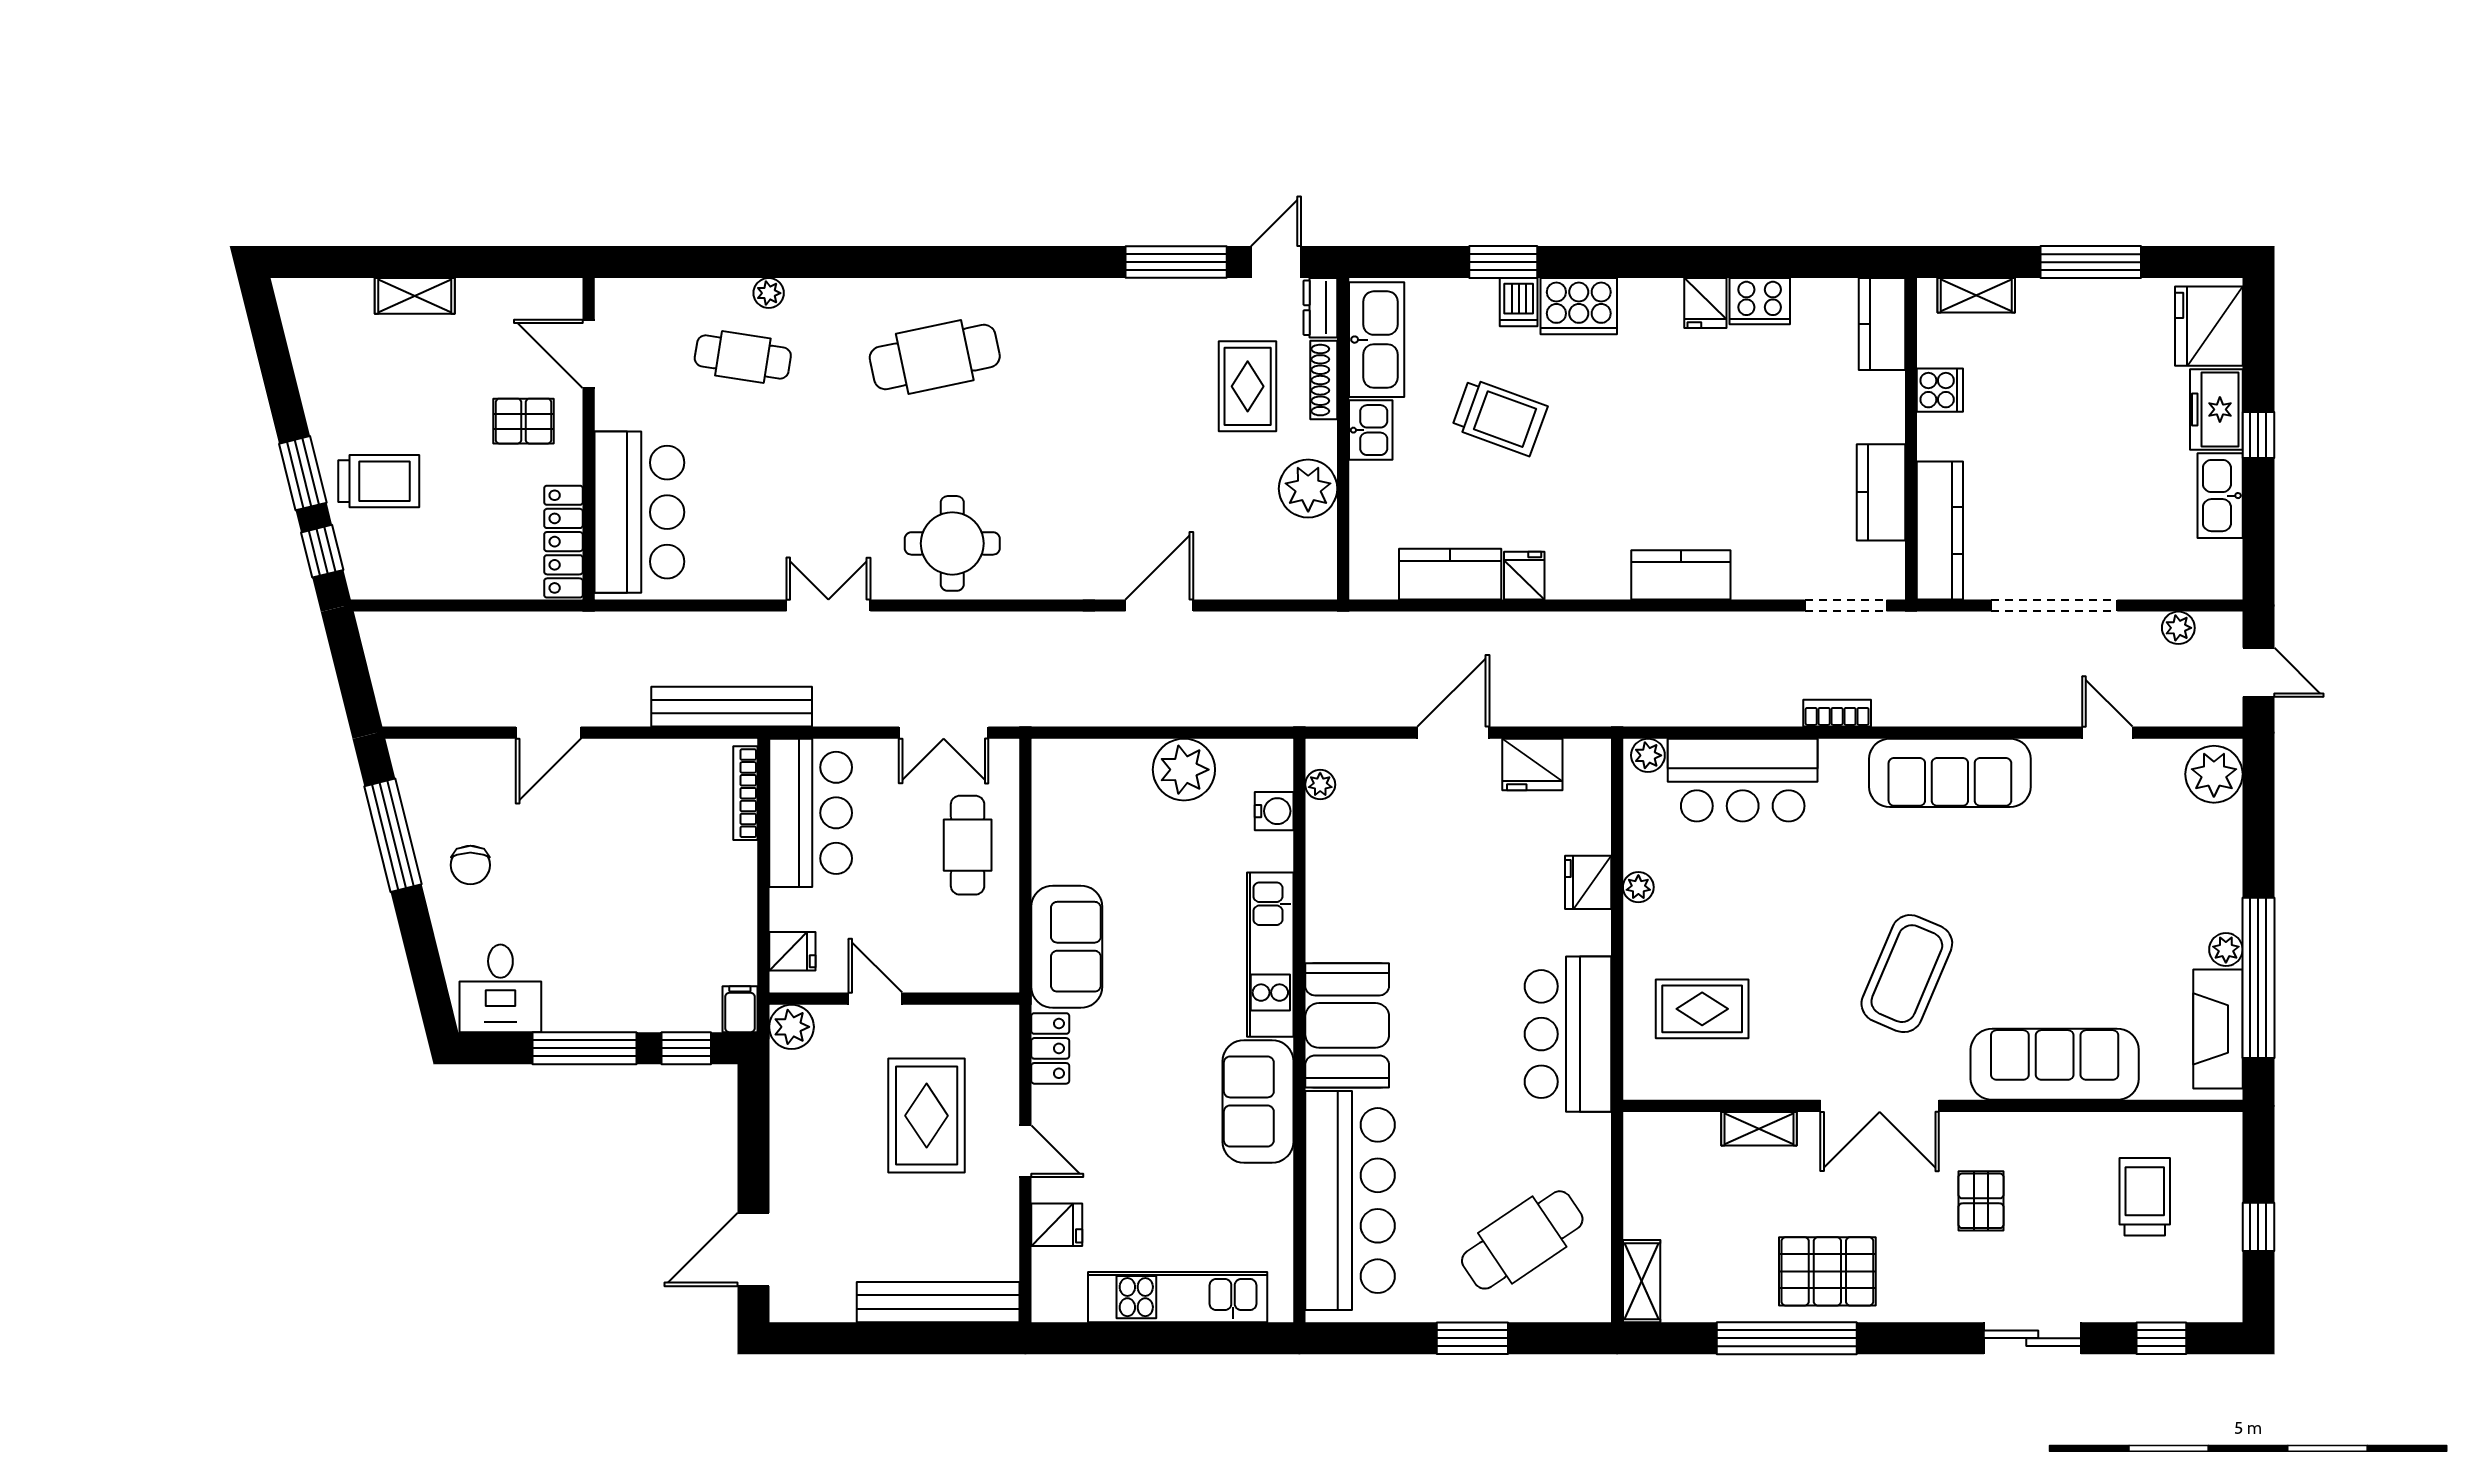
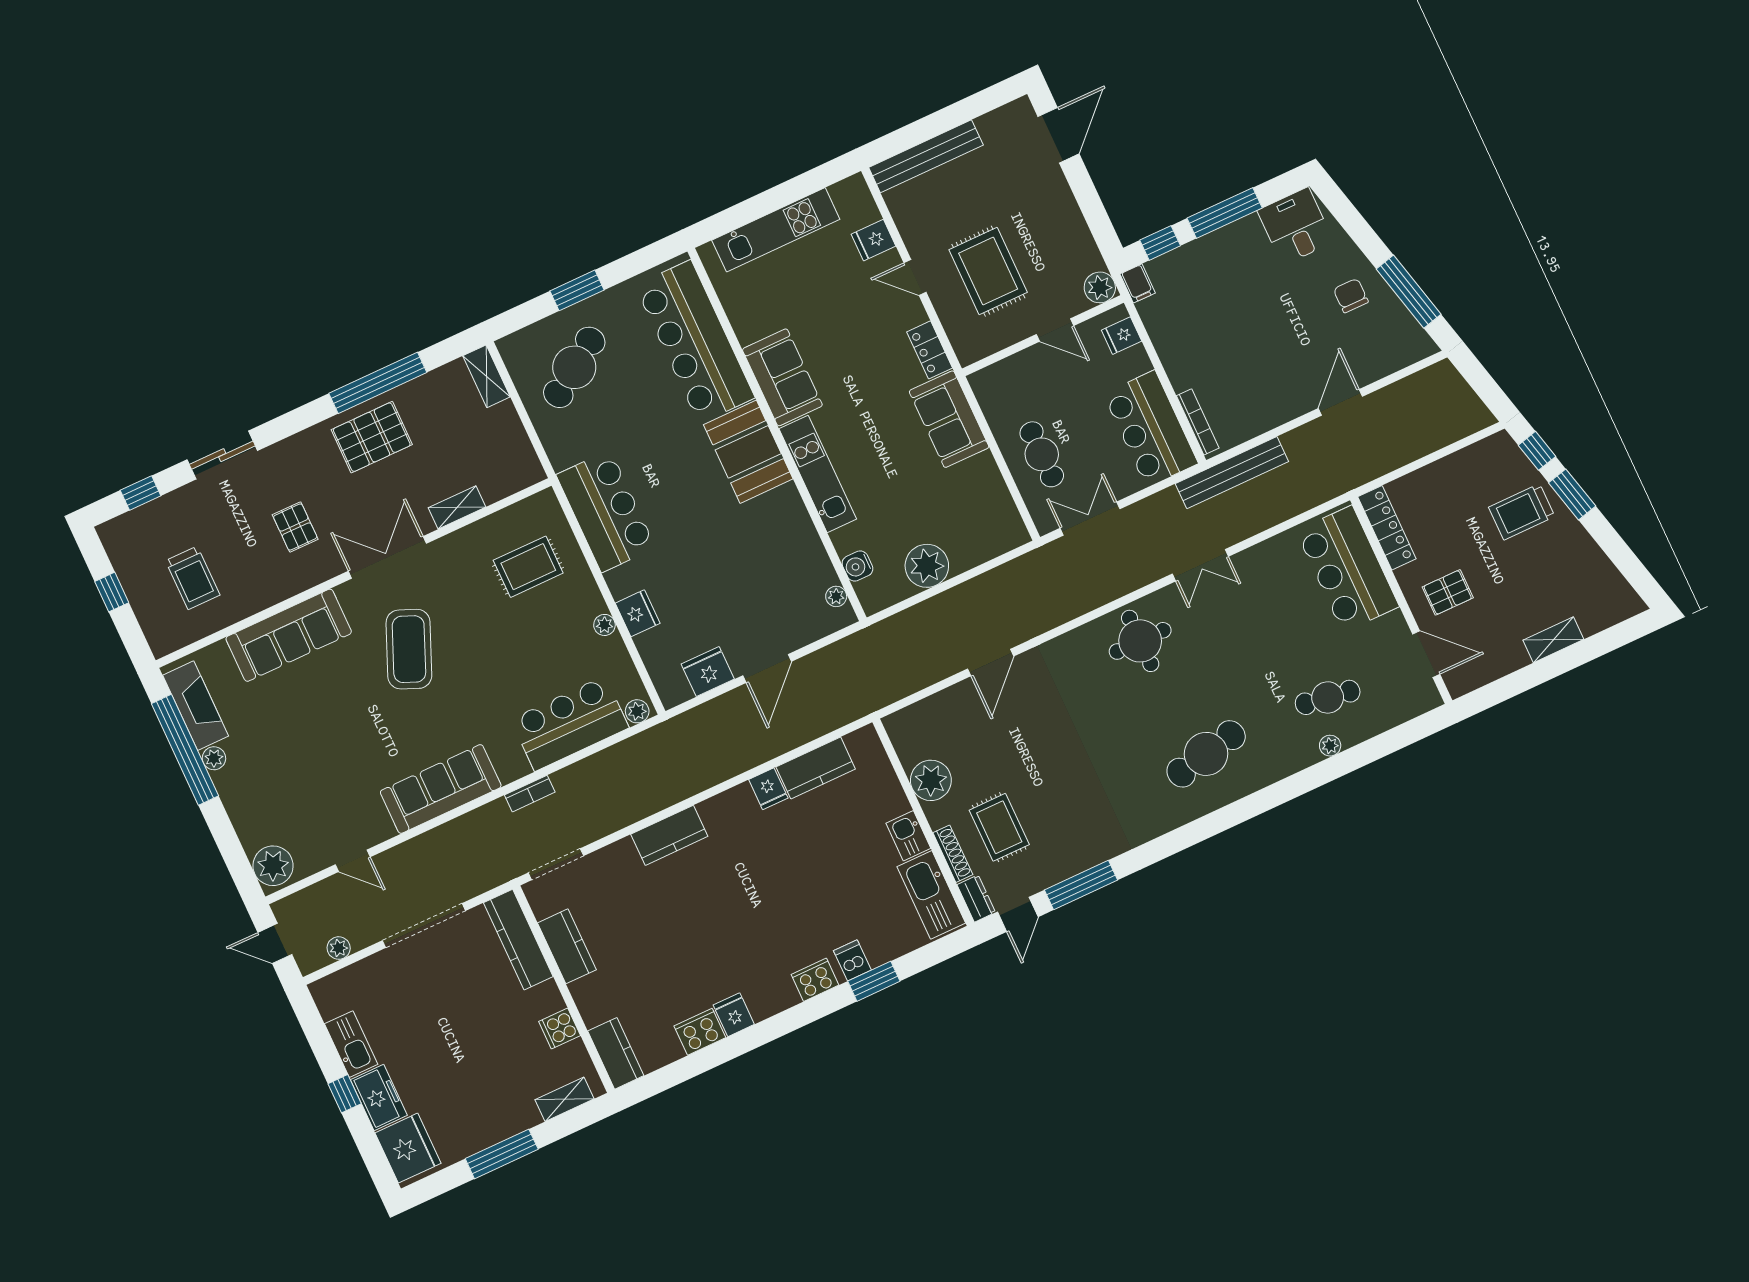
cooker: (1579, 306) -> (815, 980), width x0.73, depth x0.76
trolley: (1500, 417) -> (831, 882), removed

